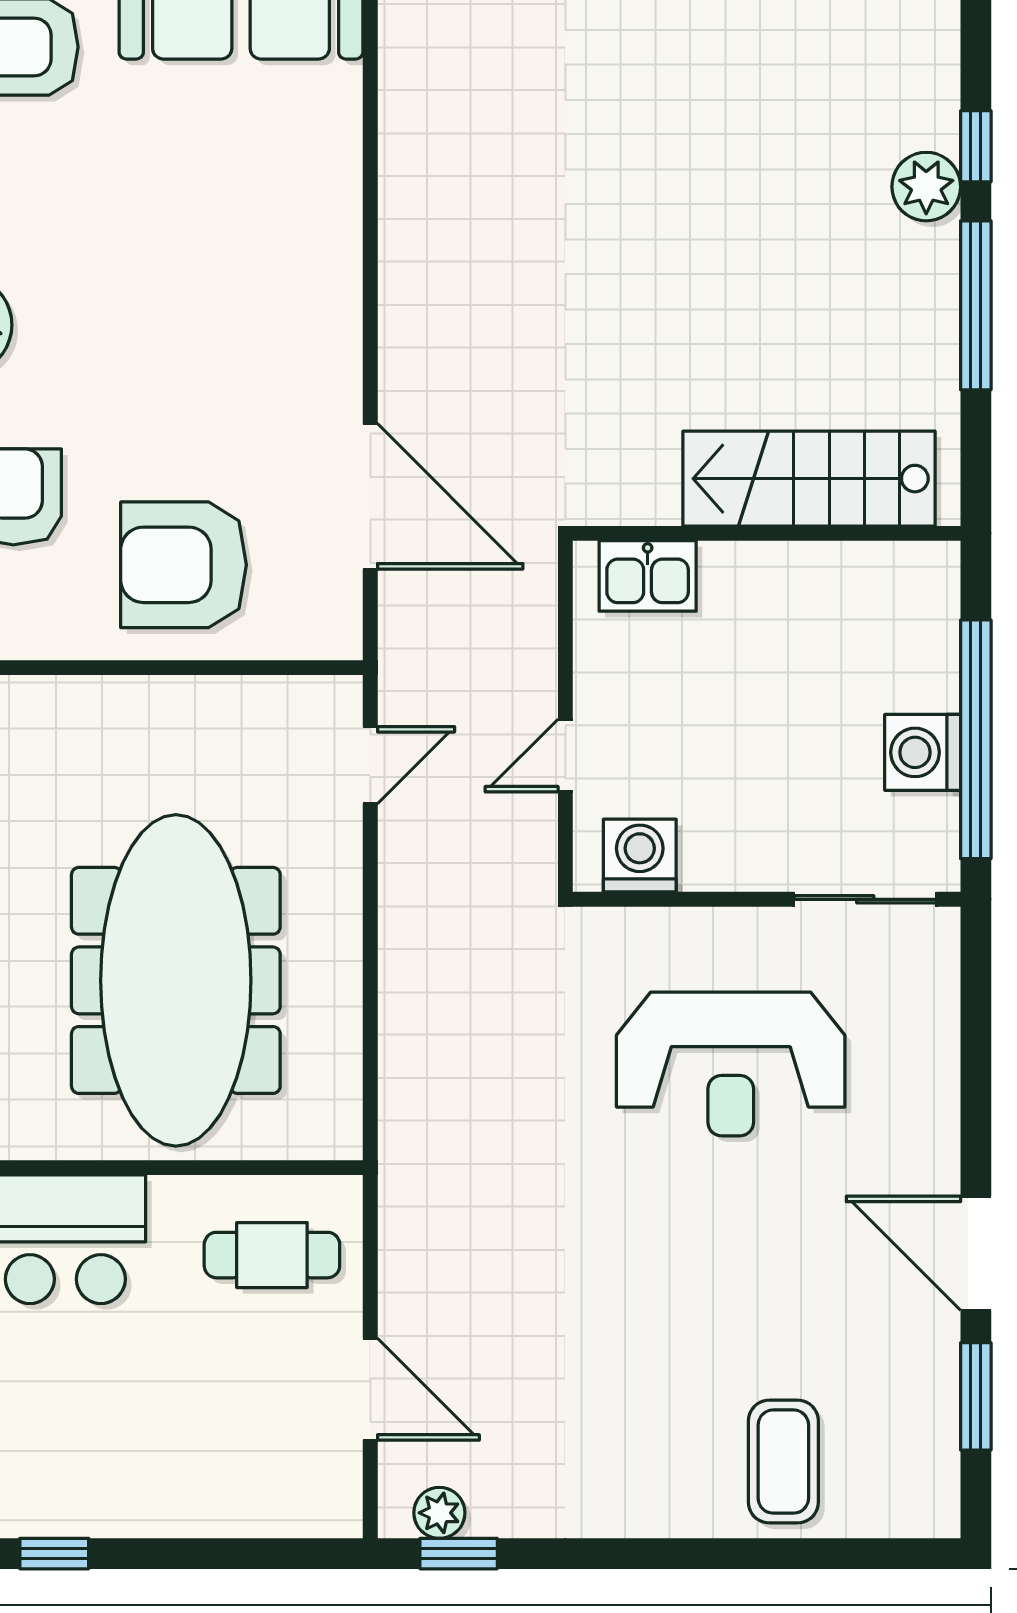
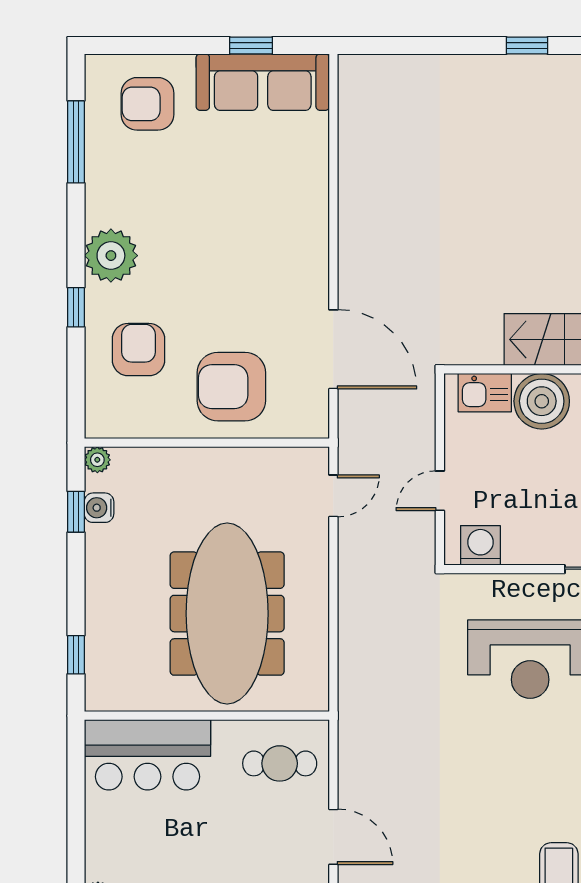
boiler: (752, 592) -> (542, 401), added

